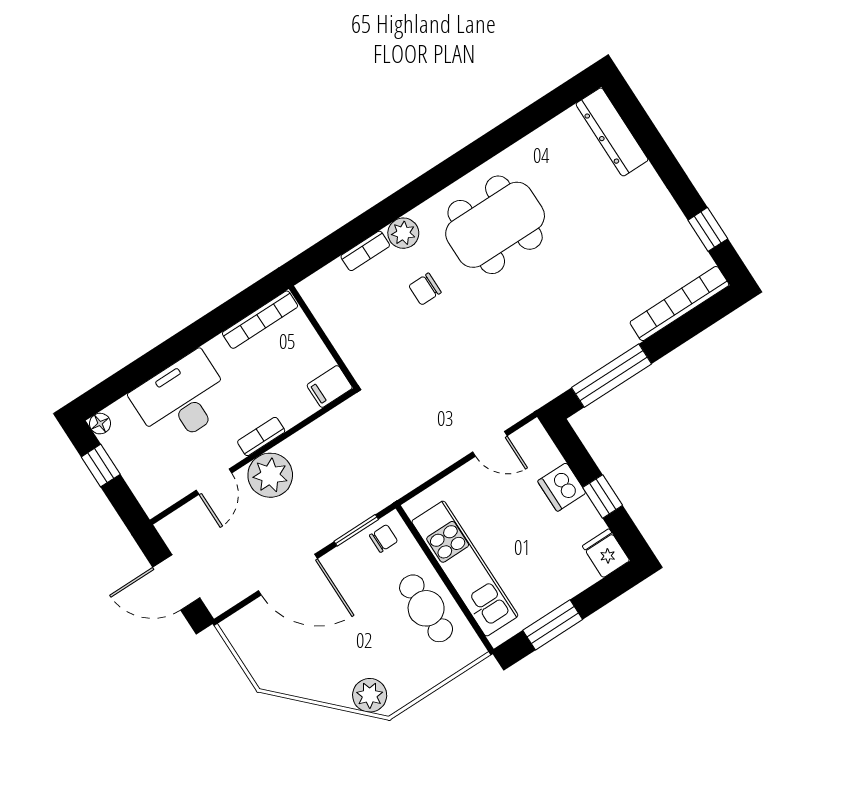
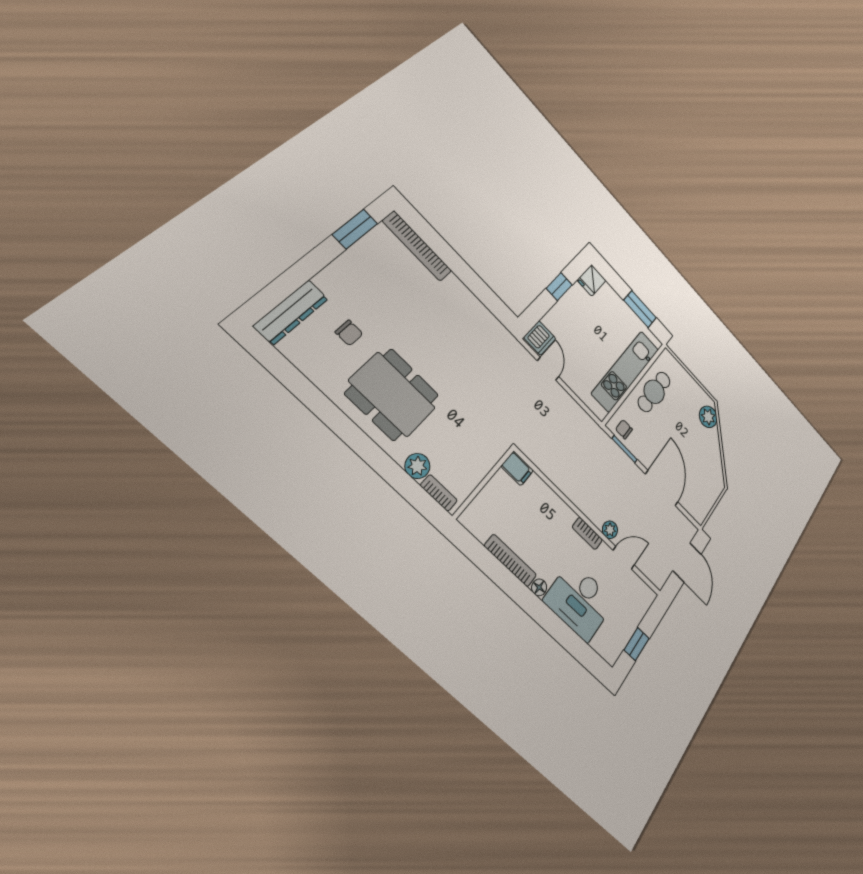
window: (708, 229) -> (355, 229), width x1.50
chair: (425, 289) -> (349, 333), moved
wall: (323, 337) -> (484, 482), moved
window: (612, 376) -> (481, 290), removed
filing cabinet: (330, 386) -> (517, 468), moved
floor lamp: (100, 424) -> (539, 587), moved
plant: (270, 475) -> (610, 530), width x0.53, depth x0.53
dishwasher: (562, 487) -> (540, 338), moved

